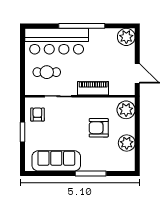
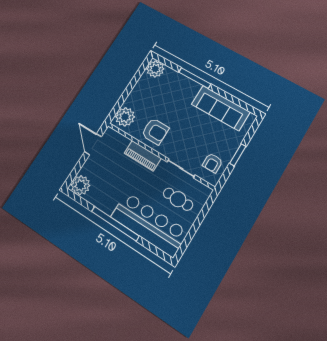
armchair: (99, 128) -> (155, 131), moved
plant: (127, 143) -> (155, 69), moved

